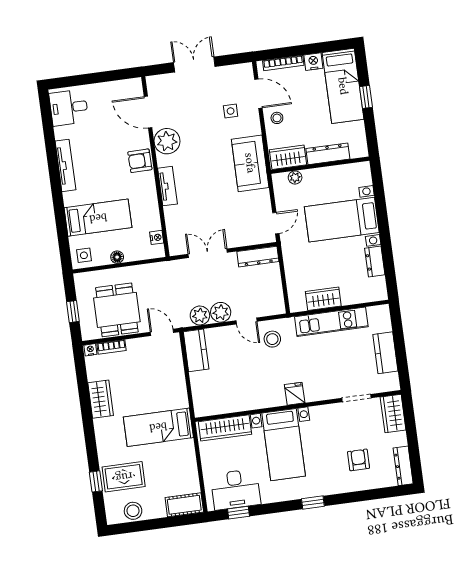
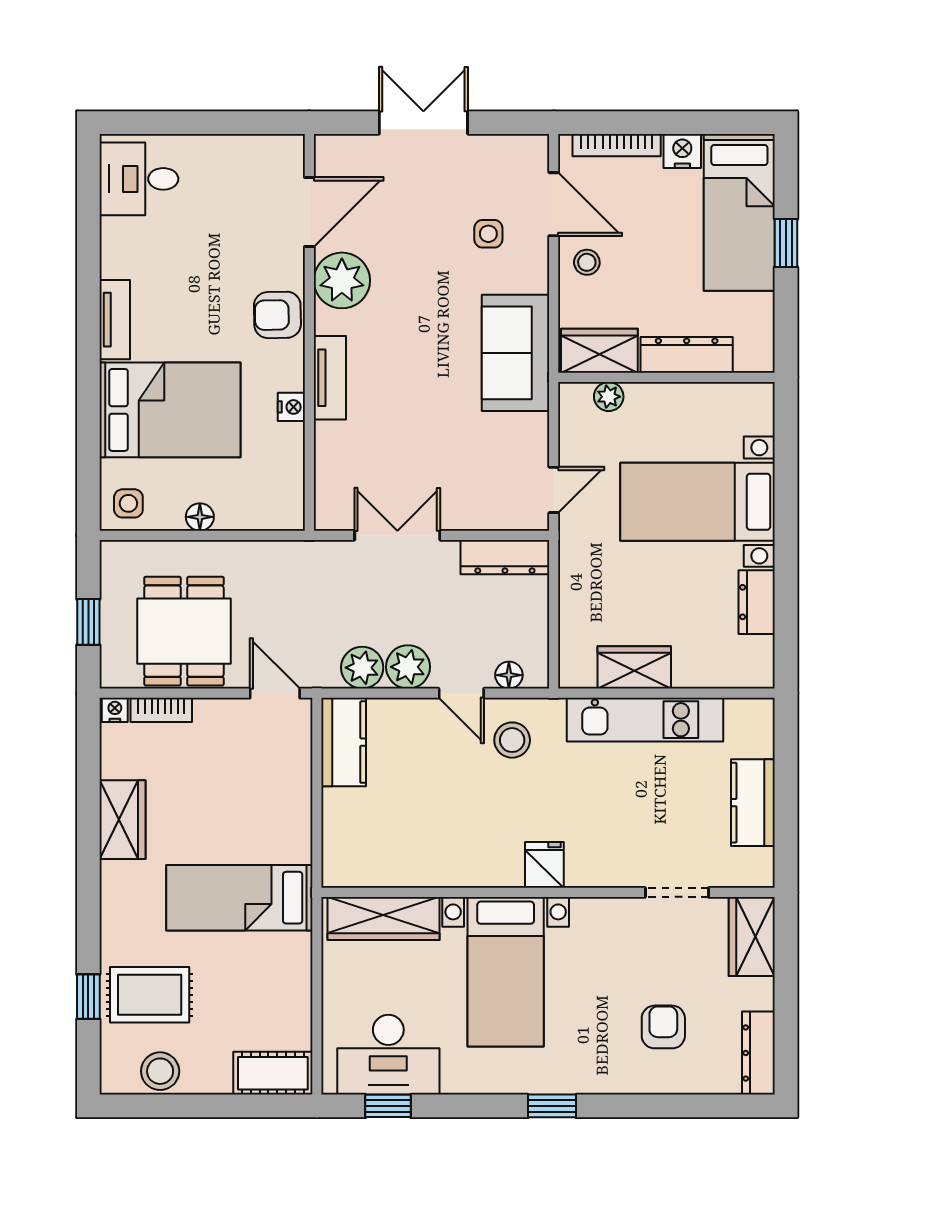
door: (148, 112) -> (309, 212), swing flipped
tv unit: (65, 165) -> (115, 320), width x0.71
bed: (98, 218) -> (170, 410), width x1.50
nightstand: (157, 237) -> (291, 407), moved
floor lamp: (267, 310) -> (509, 675), added

